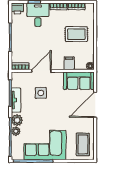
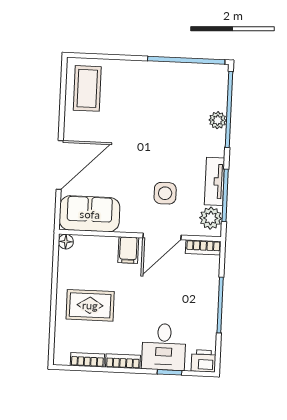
filing cabinet: (69, 63) -> (128, 250), moved
plant: (17, 120) -> (211, 218), moved
corner sofa: (45, 145) -> (162, 90), removed

